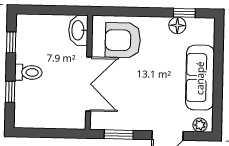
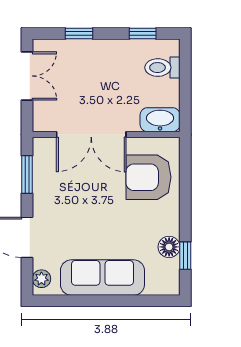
armchair: (123, 40) -> (148, 177), turned -90
toilet: (28, 72) -> (162, 68), moved, turned 90
double door: (42, 133) -> (27, 76), added

